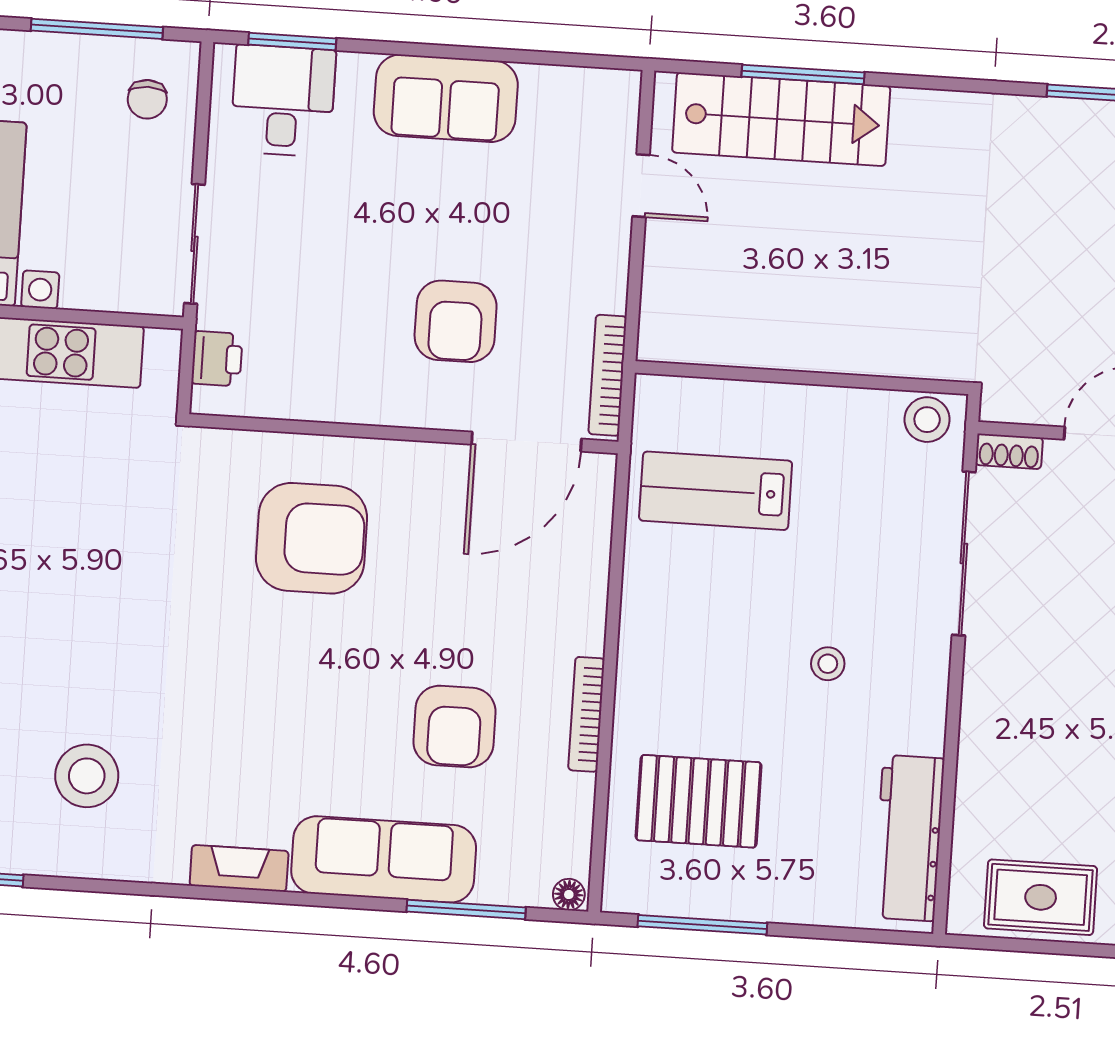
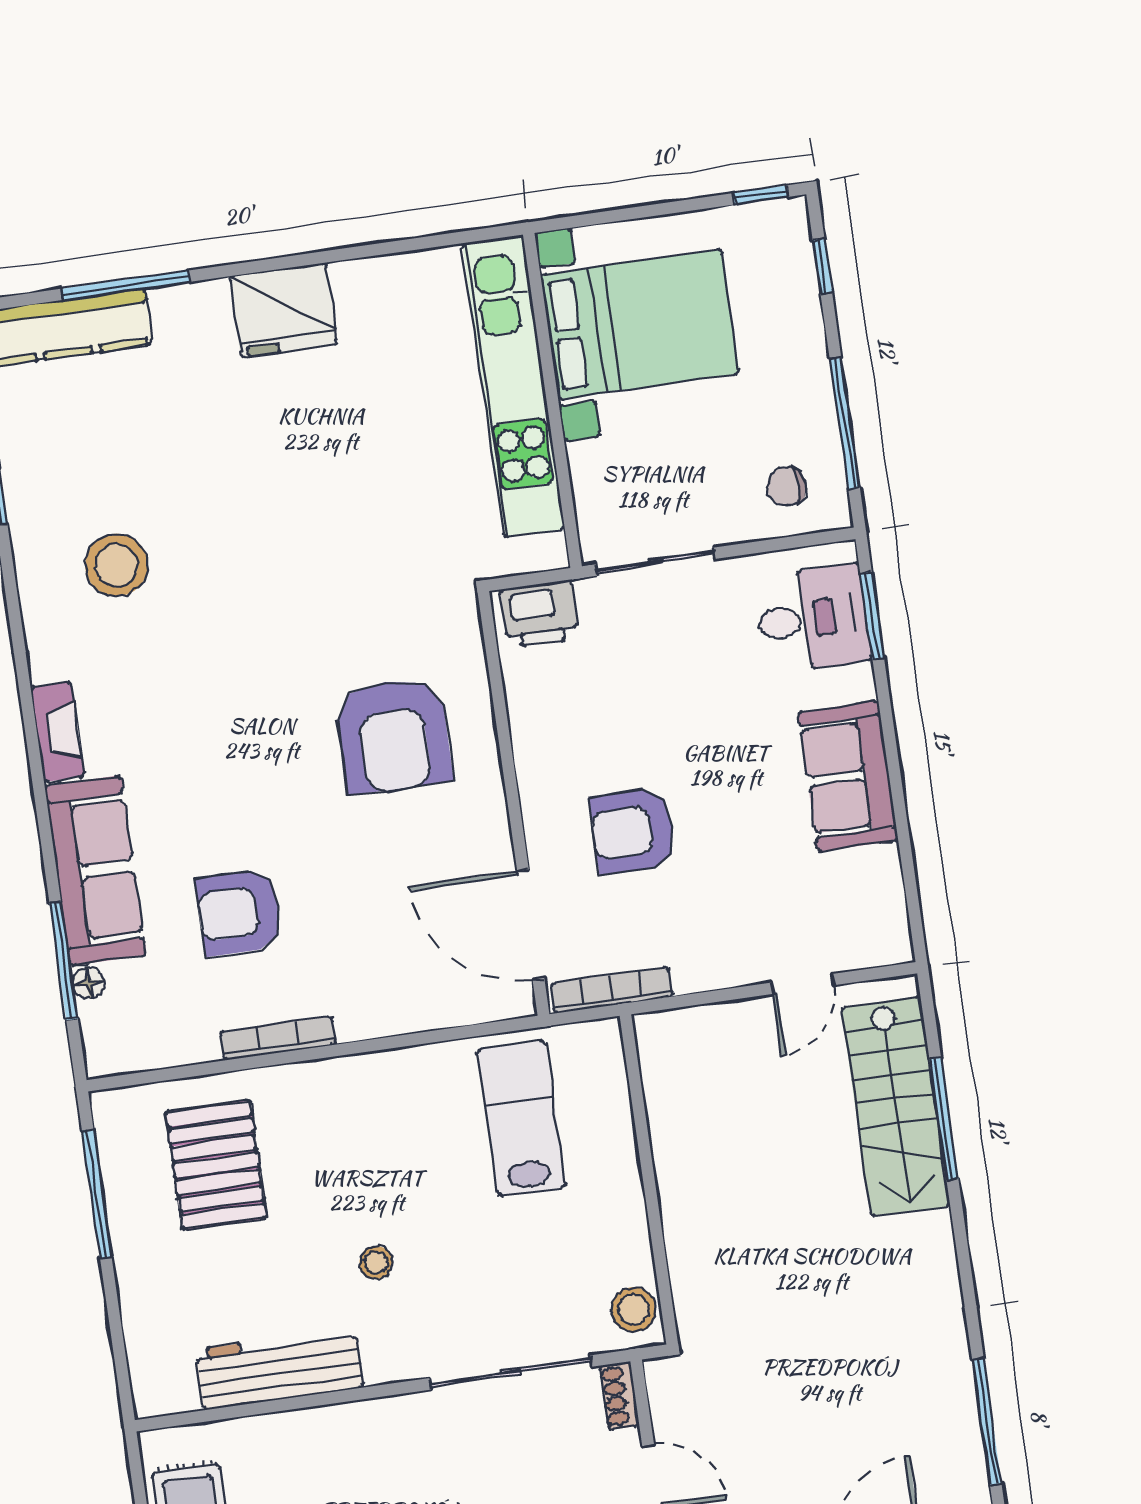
printer: (217, 359) -> (540, 614), width x1.36, depth x1.24
workbench: (909, 838) -> (279, 1369), moved
floor lamp: (569, 895) -> (88, 983), moved

